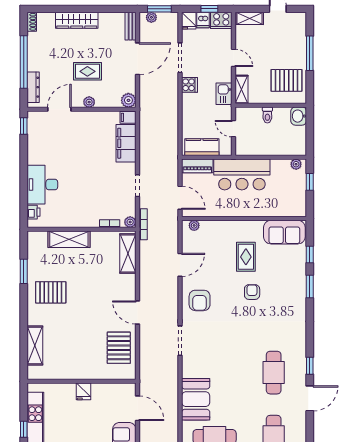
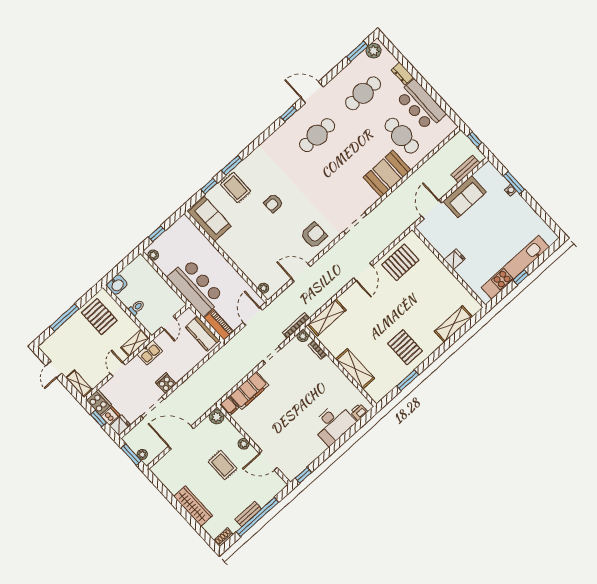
bench: (130, 26) -> (248, 514), moved
dresser: (33, 87) -> (270, 494), removed
rug: (246, 257) -> (236, 188), moved, turned 90

